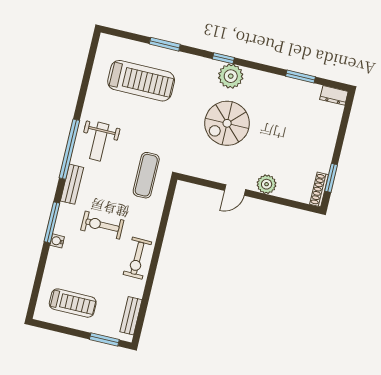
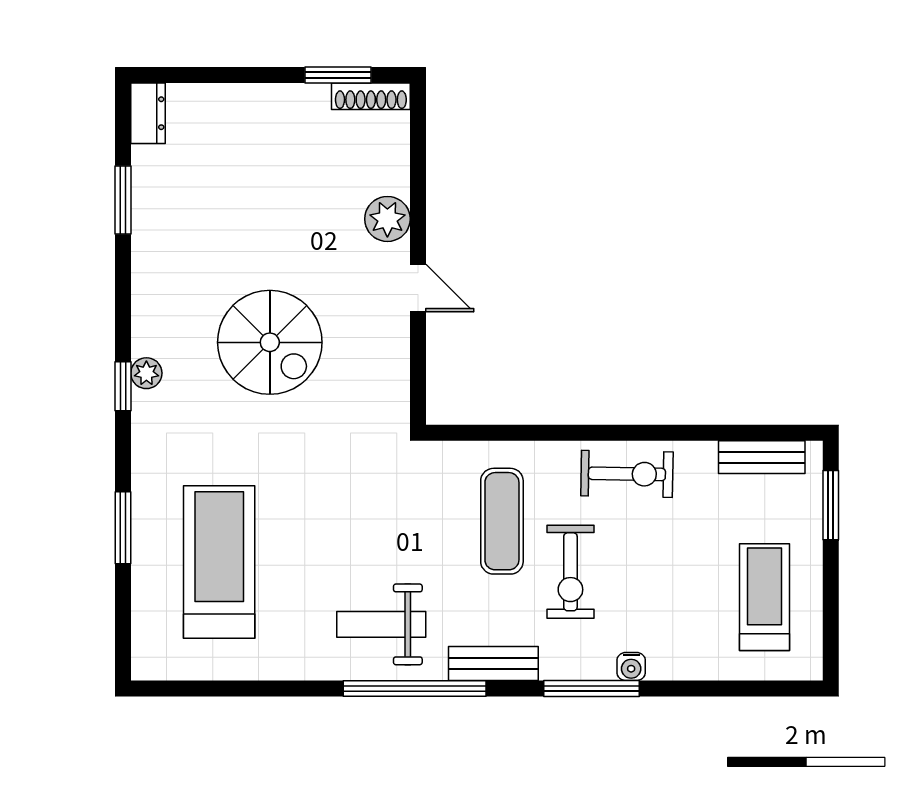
plant: (231, 76) -> (146, 373), width x0.53, depth x0.53
weight bench: (99, 142) -> (381, 624), turned 180
exercise mat: (146, 175) -> (502, 521), moved, turned 90

